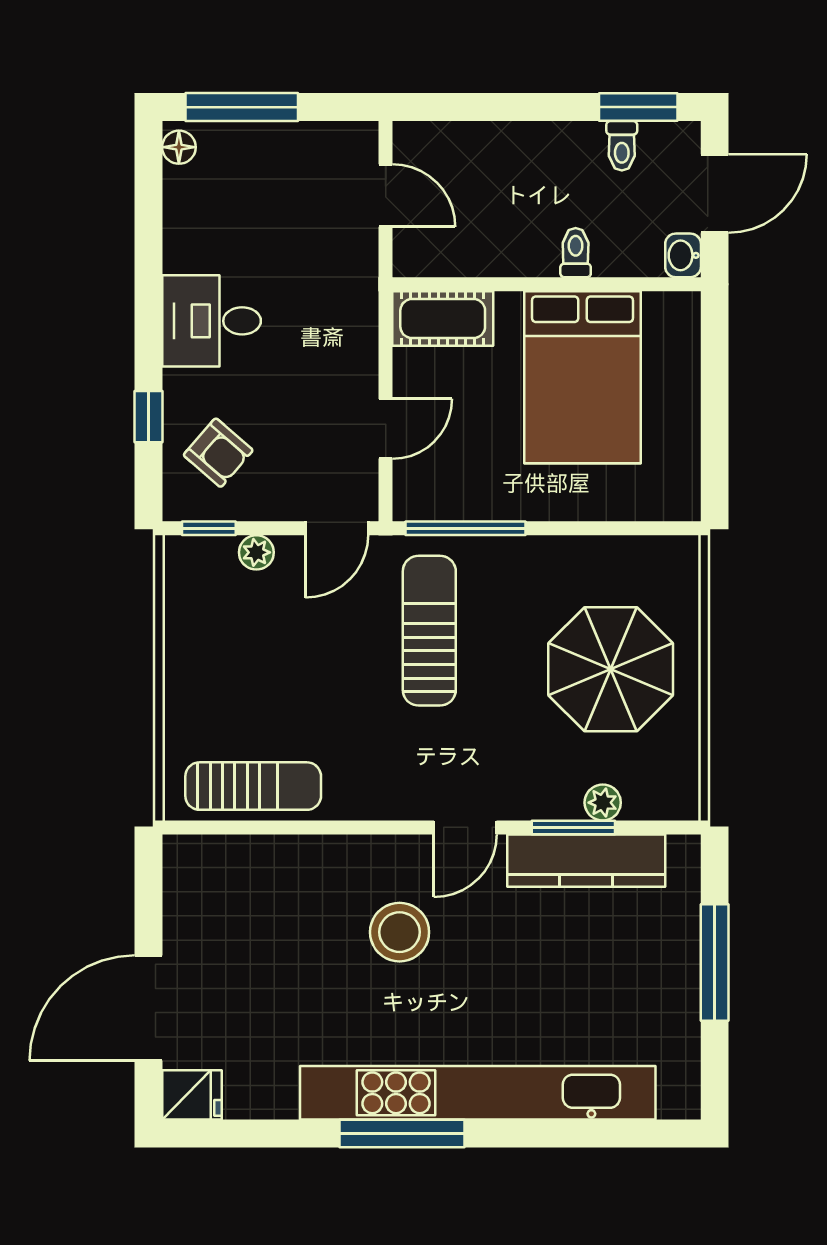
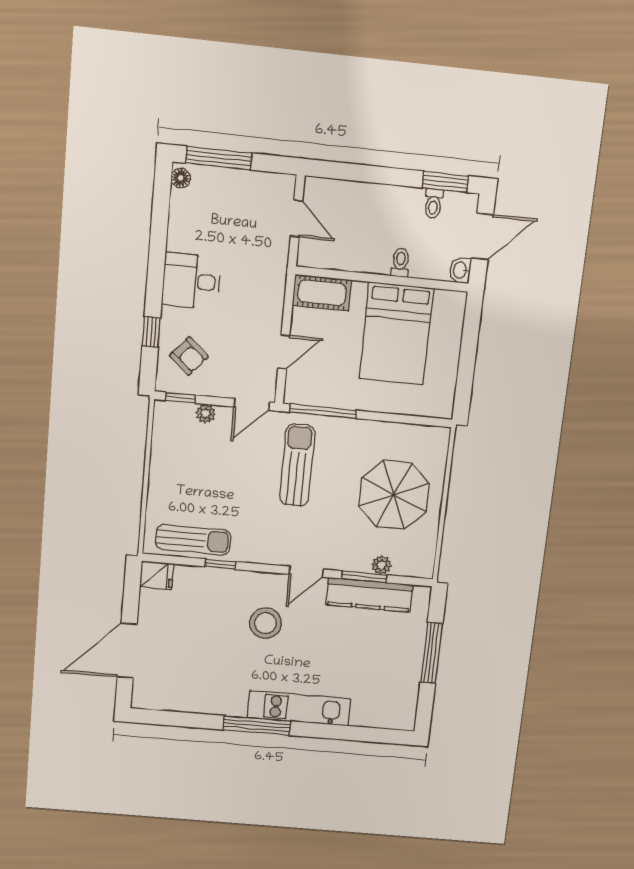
window: (306, 827) -> (220, 564), added
kitchen unit: (478, 1093) -> (299, 708), width x0.54
fridge: (192, 1095) -> (157, 575), moved

